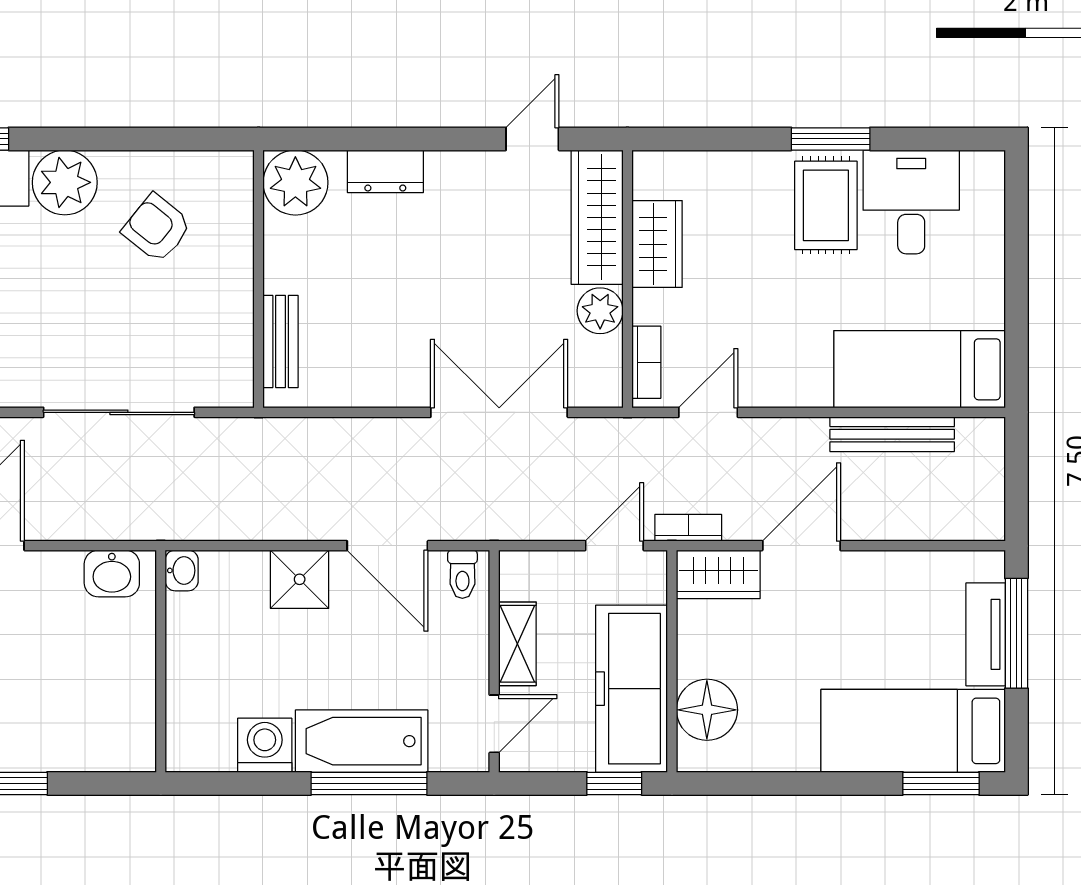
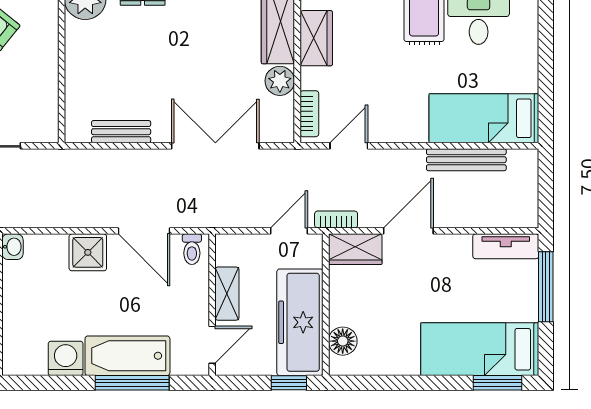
bench: (281, 341) -> (121, 132), moved, turned 90
tv unit: (986, 634) -> (506, 246), moved, turned -90
floor lamp: (707, 710) -> (343, 341), width x0.73, depth x0.73

